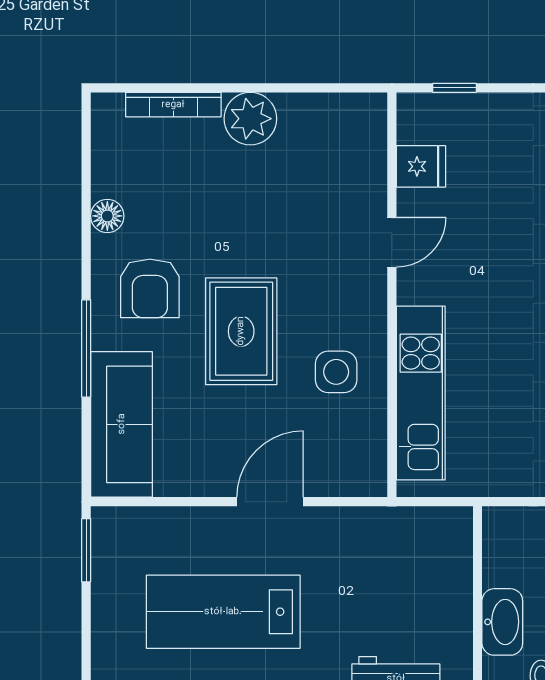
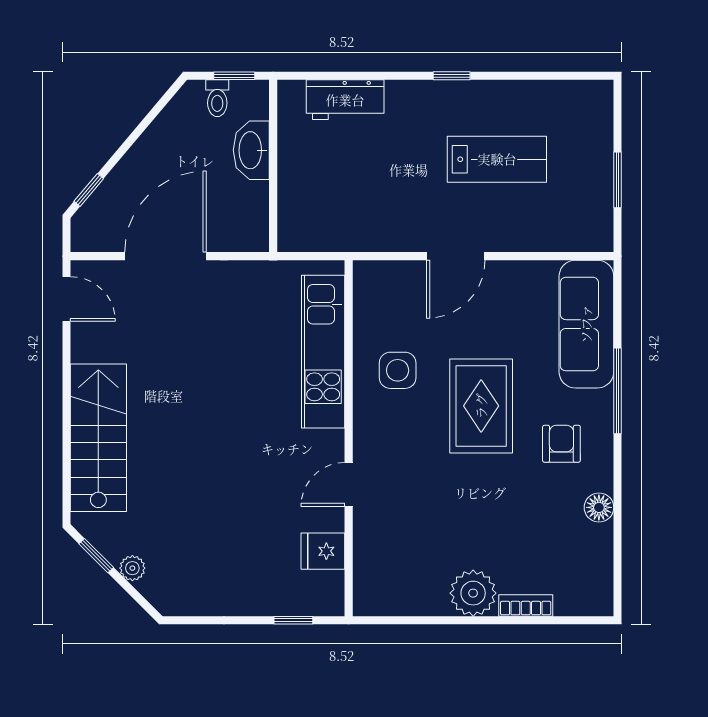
bookcase: (173, 105) -> (526, 605), width x0.64
armchair: (150, 288) -> (561, 444), width x0.72, depth x0.72
window: (86, 550) -> (618, 180), moved
lab bench: (223, 612) -> (497, 159), width x0.73, depth x0.72

